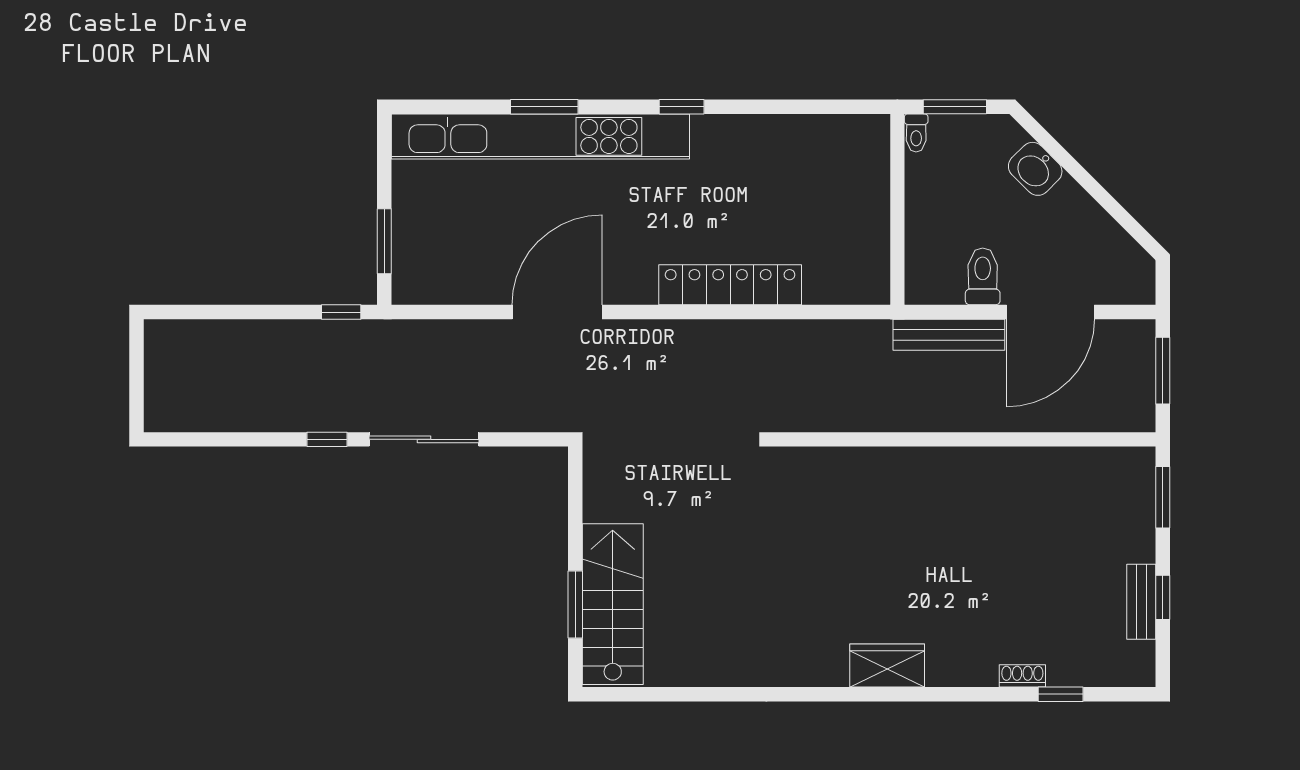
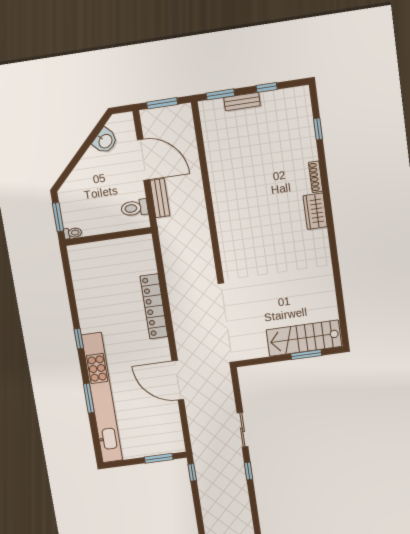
washbasin: (1035, 169) -> (105, 141), moved
toilet: (983, 276) -> (135, 208), moved
bench: (949, 335) -> (160, 198), width x0.73
sliding door: (424, 439) -> (242, 430), width x0.73
bench: (1141, 602) -> (242, 102), moved
shoe rack: (1022, 676) -> (316, 177), moved, width x1.43

